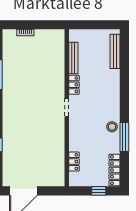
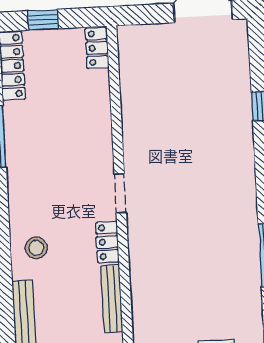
stool: (112, 127) -> (36, 248), moved
locker: (74, 162) -> (97, 48), moved

